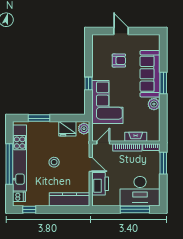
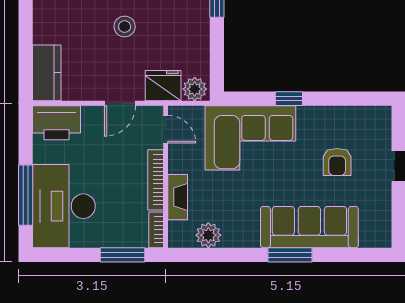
plant: (154, 104) -> (208, 235), moved
fridge: (67, 129) -> (163, 86), moved, turned 90
printer: (100, 184) -> (57, 123), moved
kitchen counter: (70, 199) -> (47, 73), width x0.67

